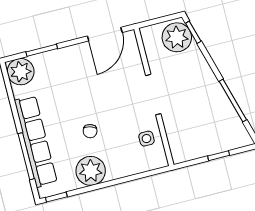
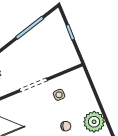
side table: (147, 139) -> (59, 95), moved

